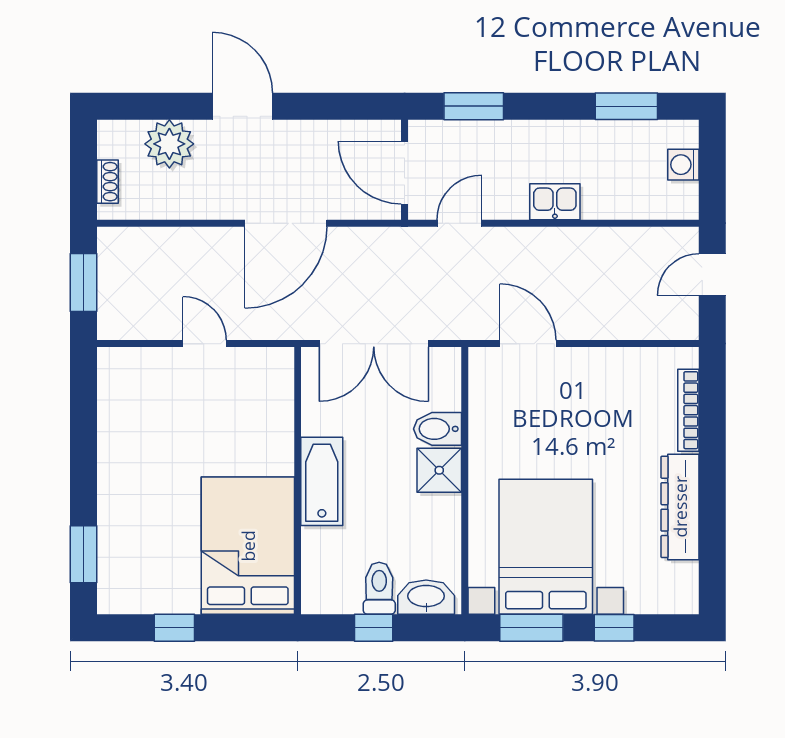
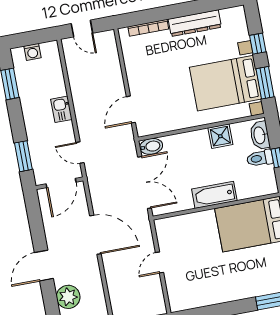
bidet: (438, 429) -> (151, 146), moved, turned -90
shower: (439, 470) -> (220, 136), moved

